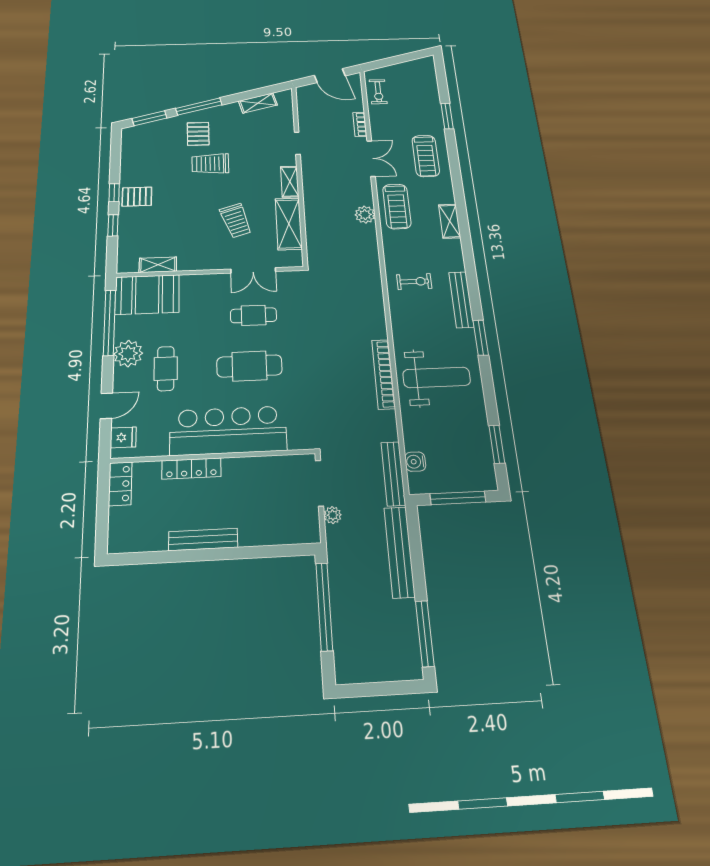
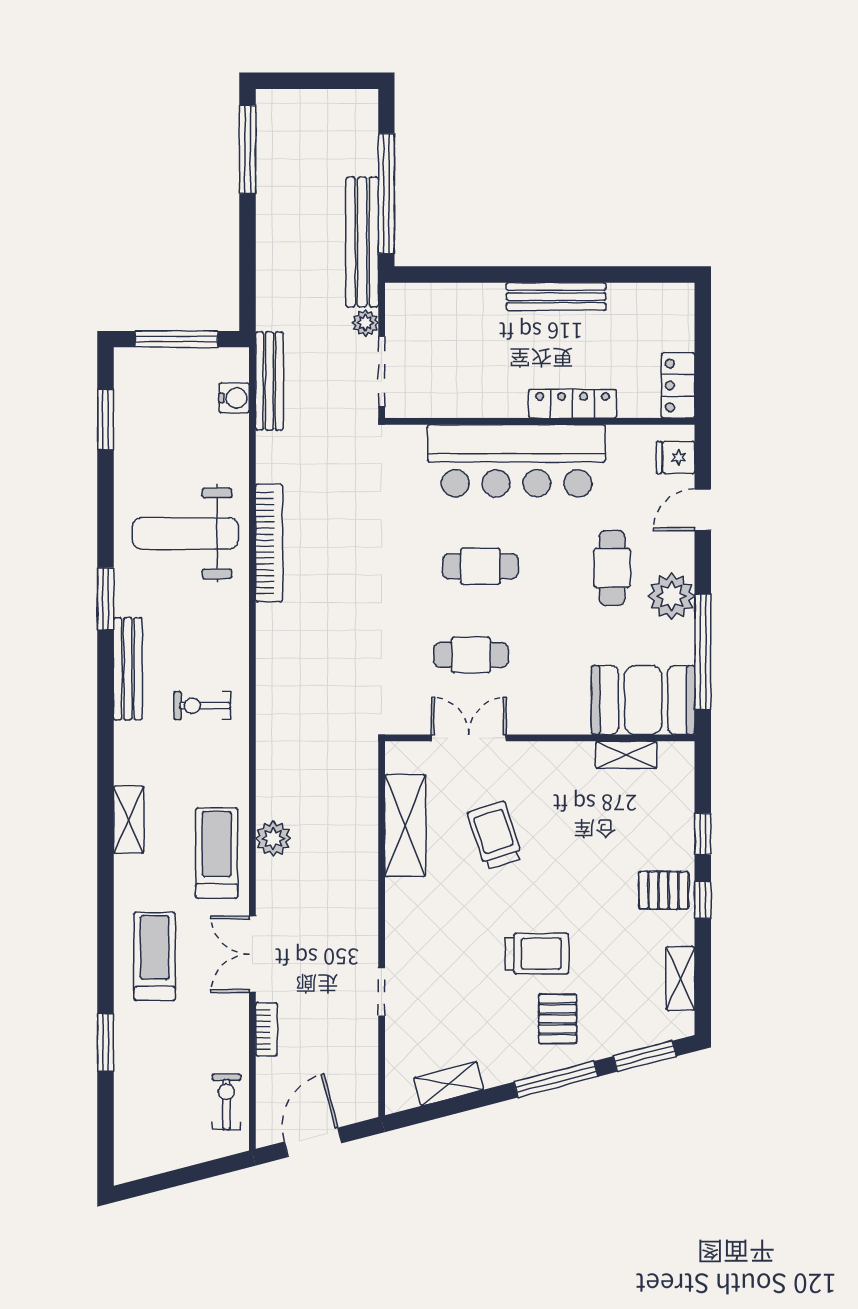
door: (330, 76) -> (313, 1142), hinge flipped
shelving: (290, 182) -> (680, 978), moved
cafe table: (249, 366) -> (480, 566), width x0.73, depth x0.74
bench: (399, 552) -> (362, 242), moved

